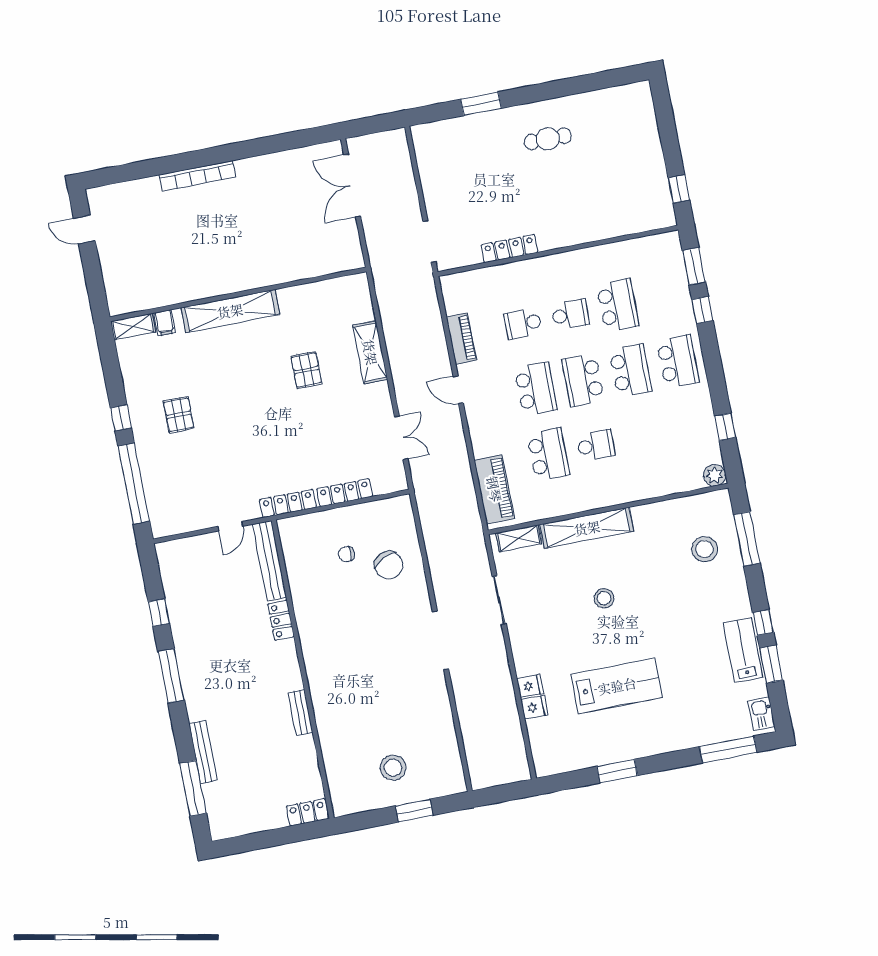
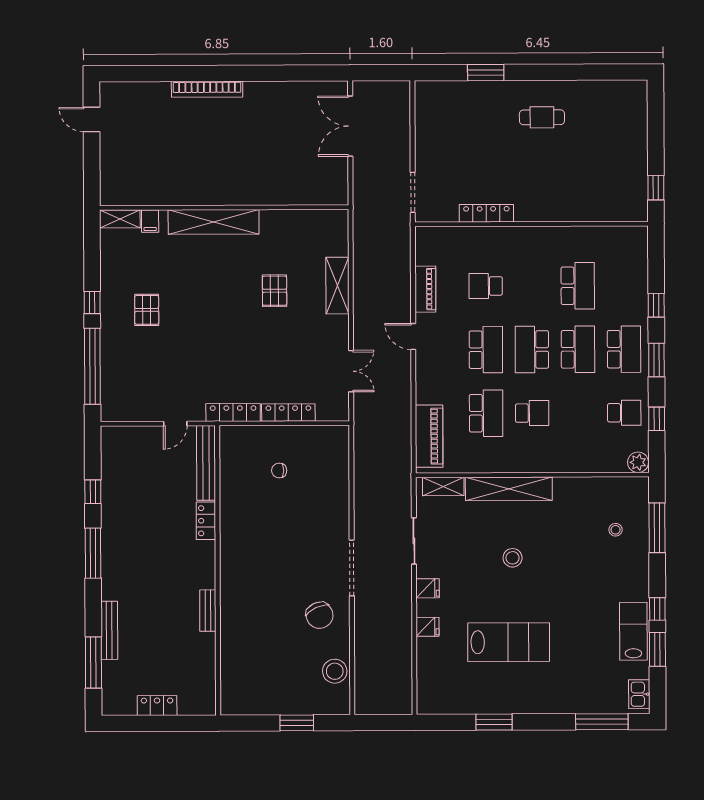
window: (694, 266) -> (656, 360), moved
school desk: (570, 314) -> (624, 413), moved
stool: (705, 549) -> (616, 530), width x0.53, depth x0.53
chair: (389, 565) -> (320, 615), moved
fridge: (534, 707) -> (428, 588), moved
stool: (393, 768) -> (335, 671), moved
locker: (307, 812) -> (157, 706), moved

